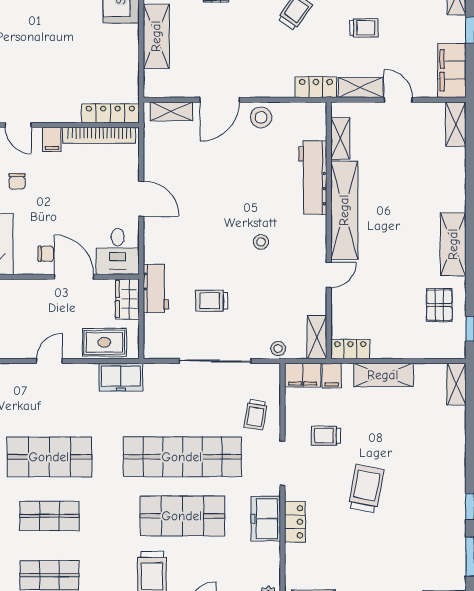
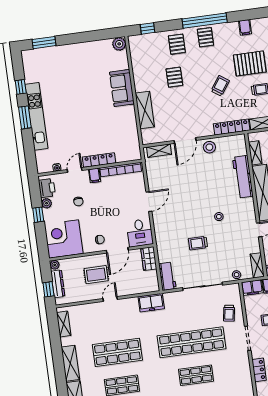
locker: (316, 87) -> (232, 127), width x1.53
locker: (110, 113) -> (99, 160), moved
door: (18, 125) -> (75, 170), swing flipped
door: (141, 199) -> (149, 202), hinge flipped
door: (74, 277) -> (117, 250), swing flipped
workbench: (156, 289) -> (167, 276), moved
trolley: (212, 301) -> (198, 243), moved
rug: (104, 342) -> (96, 275), moved
shop shelf: (182, 516) -> (196, 375), width x0.70, depth x0.74
freezer: (266, 519) -> (243, 370), removed

